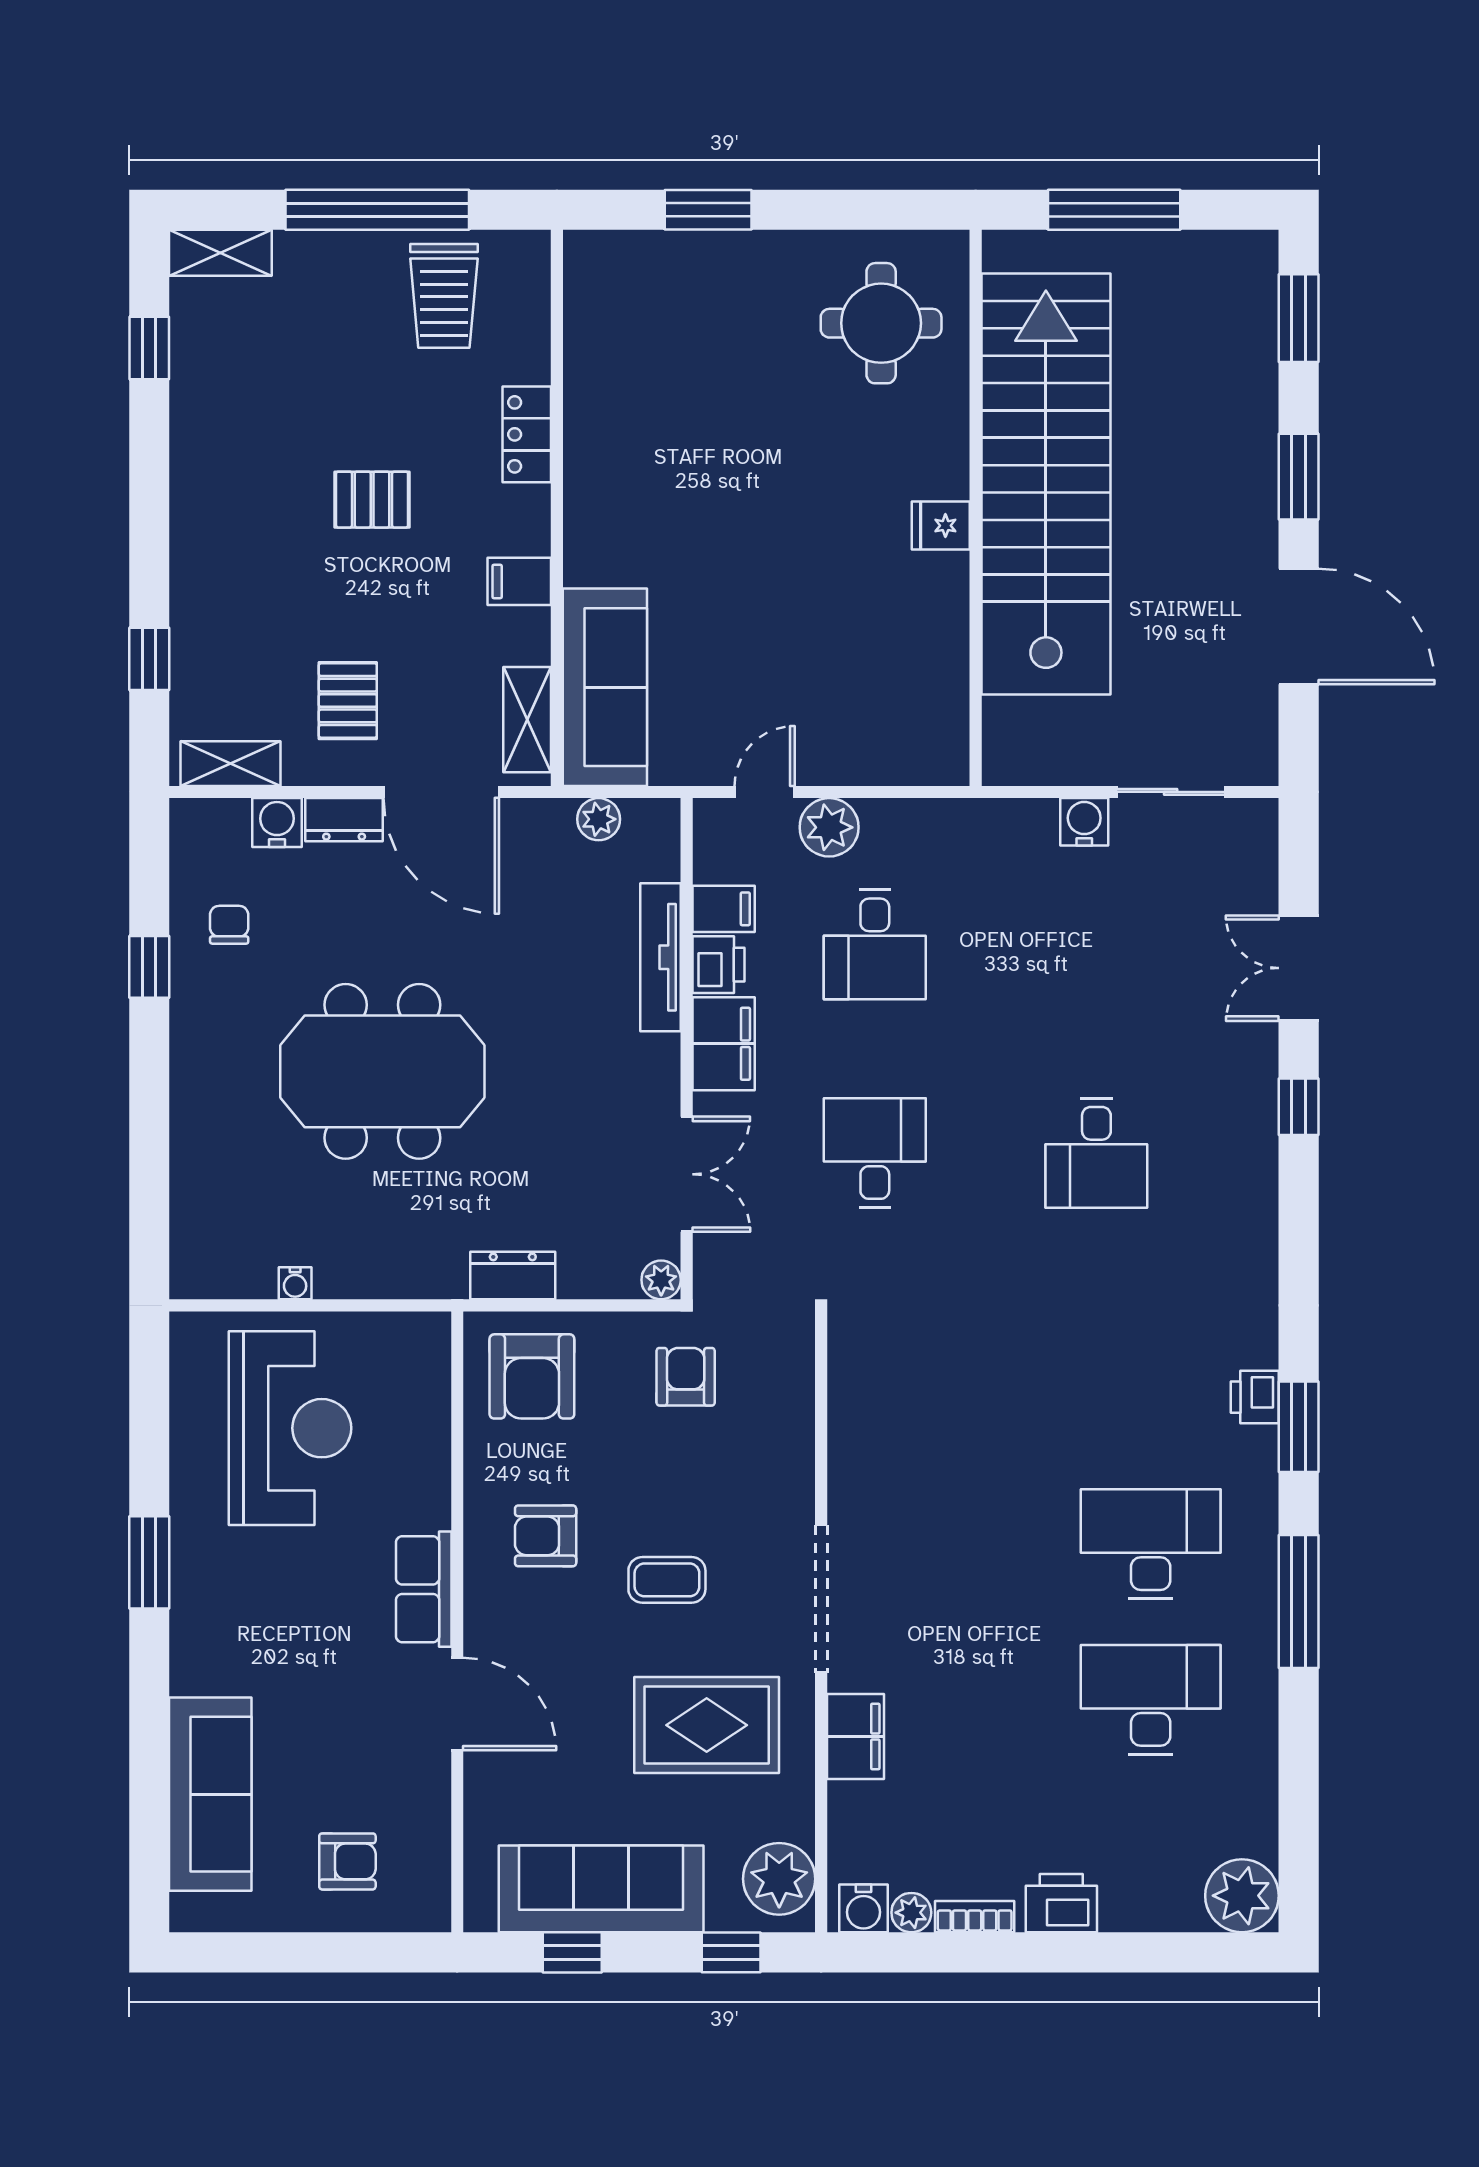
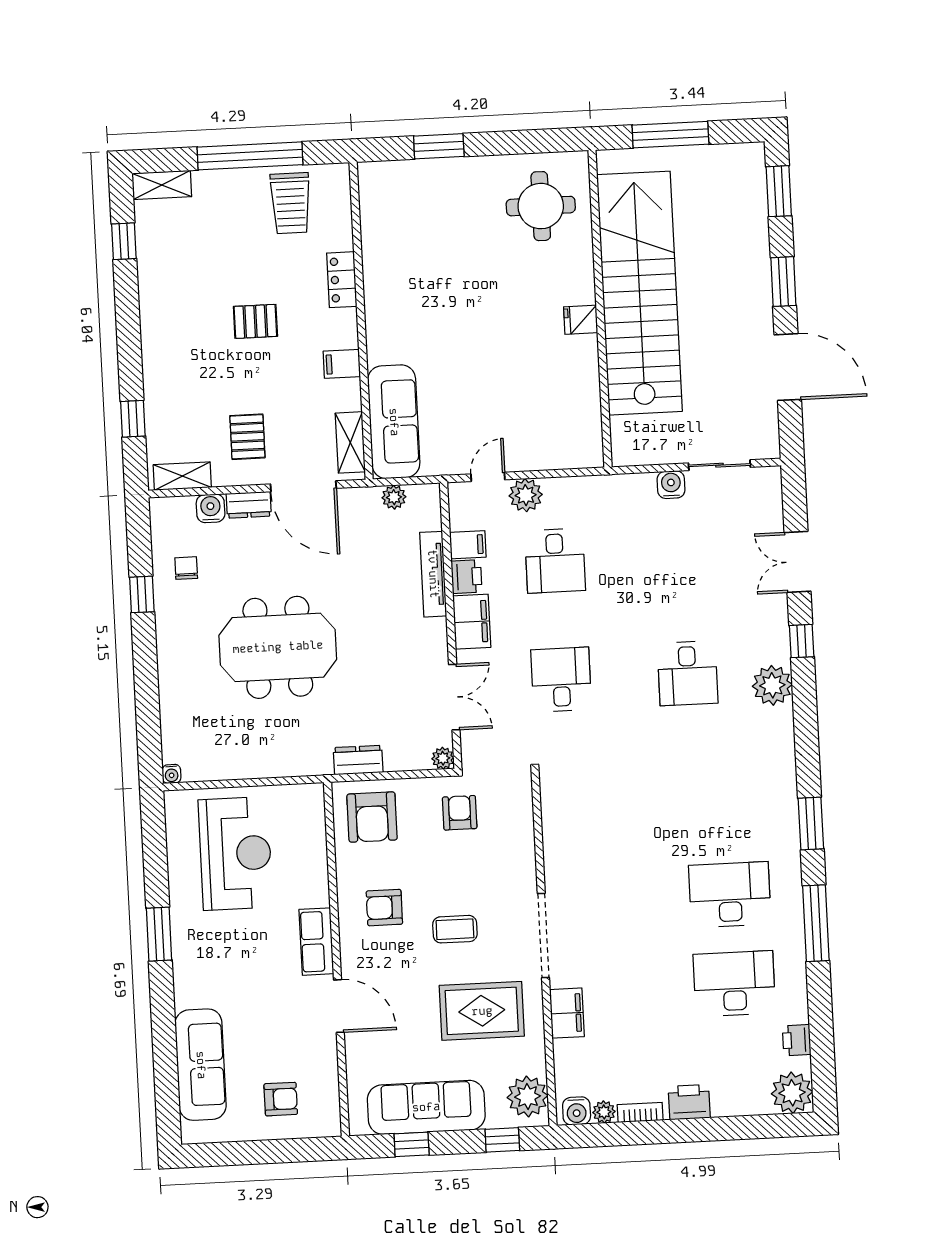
plant: (1243, 1182) -> (772, 685), added
water cooler: (295, 1283) -> (172, 774), moved
printer: (1255, 1397) -> (797, 1040), moved

